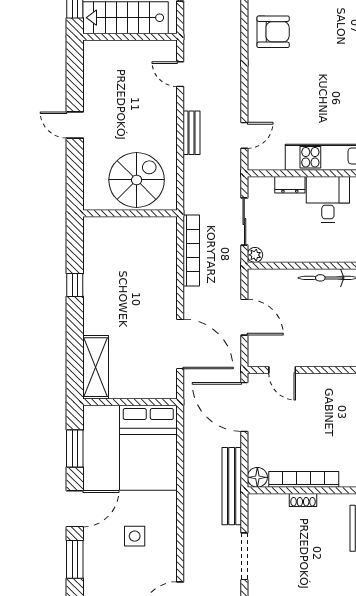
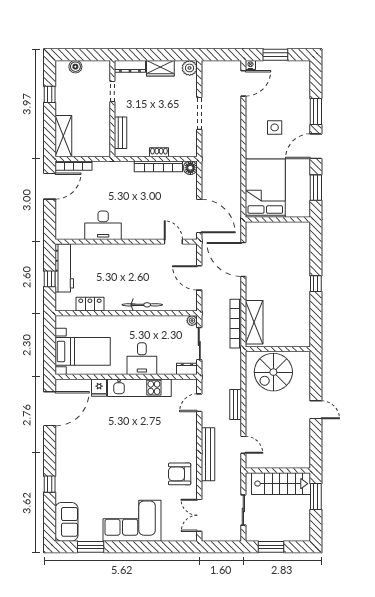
dresser: (290, 185) -> (187, 369), moved
window: (75, 285) -> (316, 284), moved
shelving: (96, 367) -> (254, 322), moved
bench: (232, 486) -> (208, 454), moved

